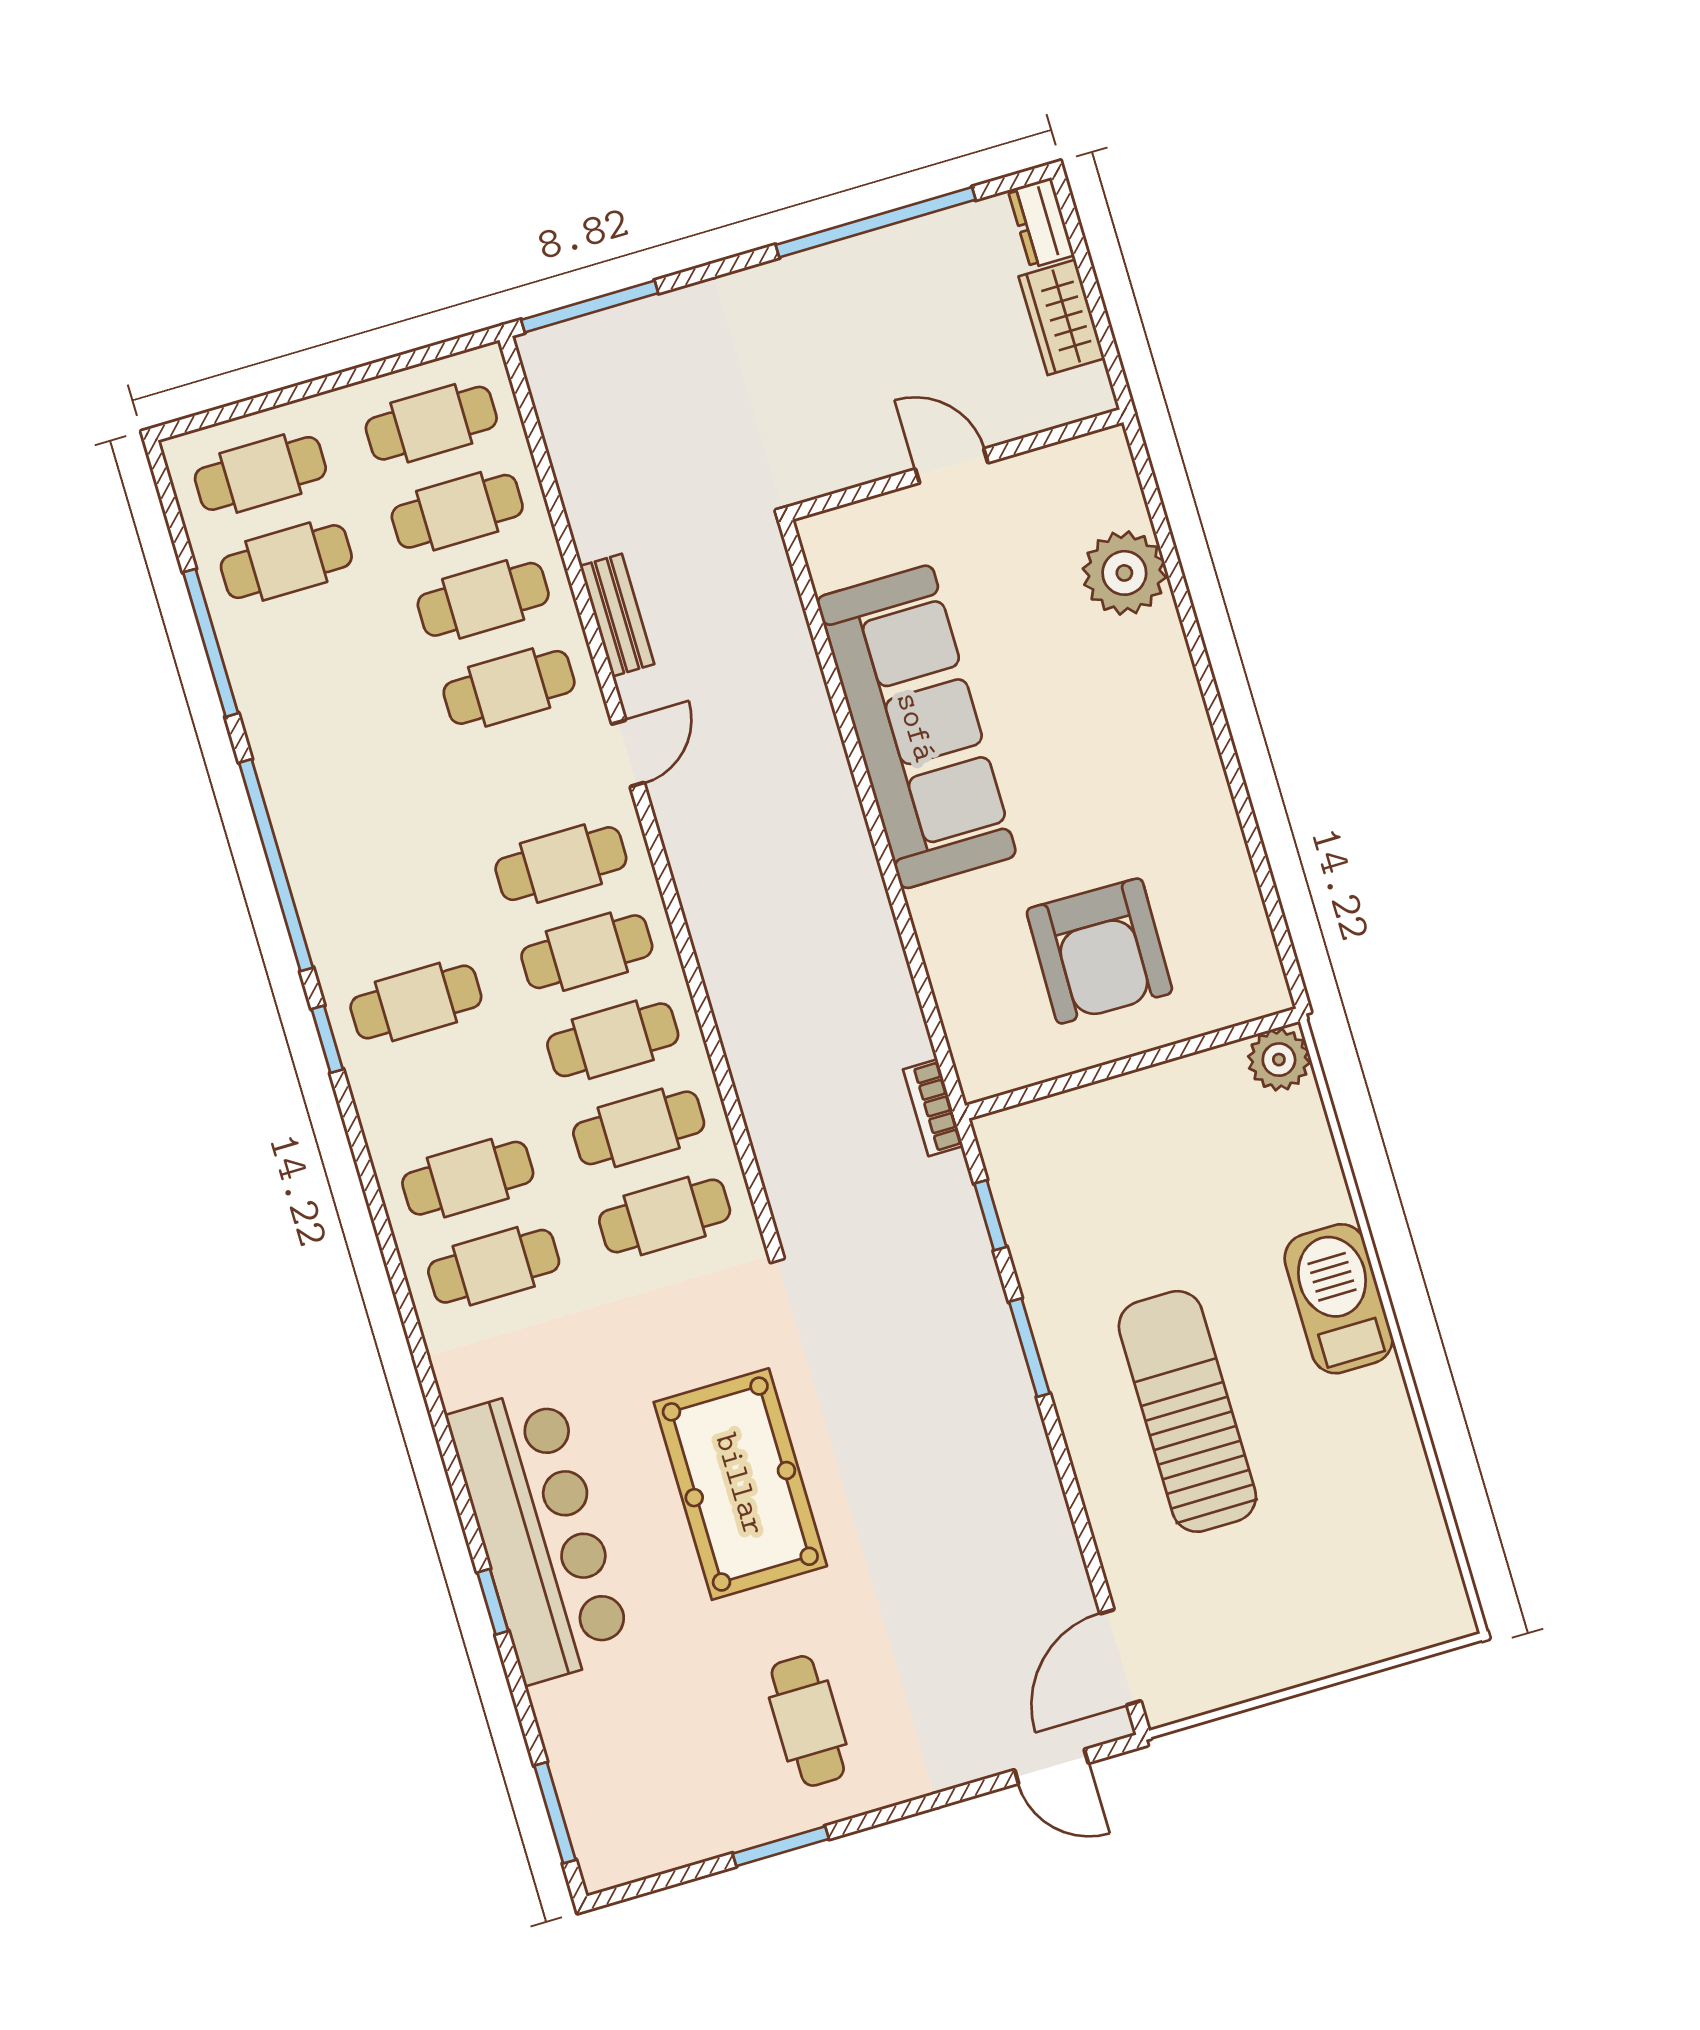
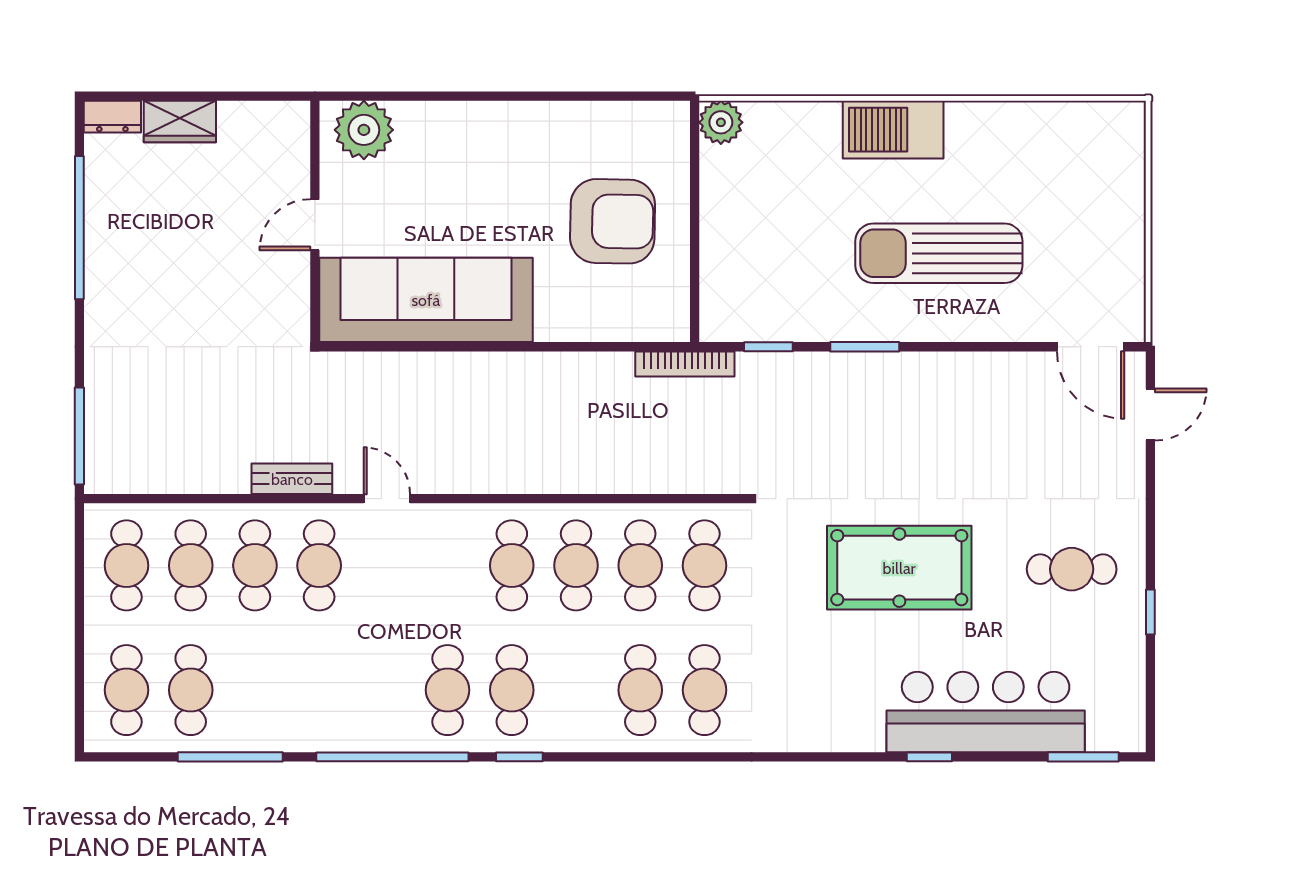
wall: (956, 465) -> (315, 221), moved
door: (952, 466) -> (315, 225), moved
cafe table: (561, 864) -> (448, 690), moved
bookcase: (933, 1108) -> (685, 364), width x1.56
bar counter: (540, 1535) -> (986, 712), moved
window: (781, 1846) -> (1150, 612), width x0.67

